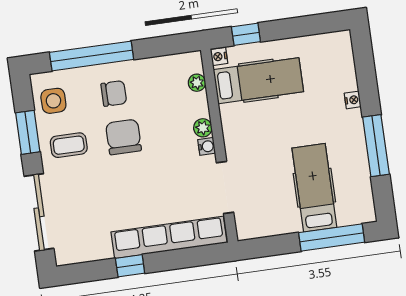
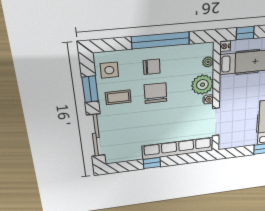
window: (92, 56) -> (161, 40), moved
plant: (203, 128) -> (202, 85), width x1.88, depth x1.88

